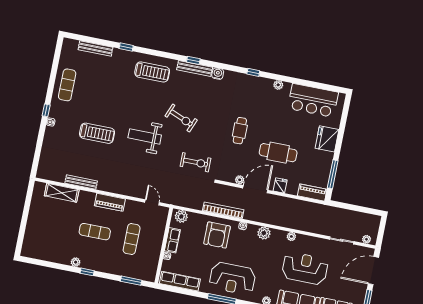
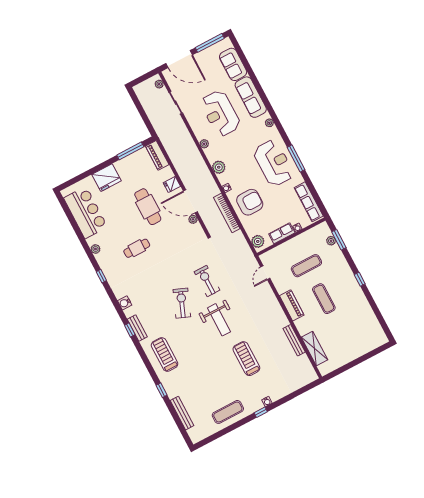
bench: (195, 68) -> (137, 328), width x0.73
cafe table: (240, 131) -> (137, 248), moved
exercise bike: (195, 162) -> (207, 281), moved
plant: (76, 262) -> (331, 241), moved

